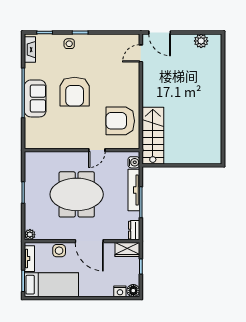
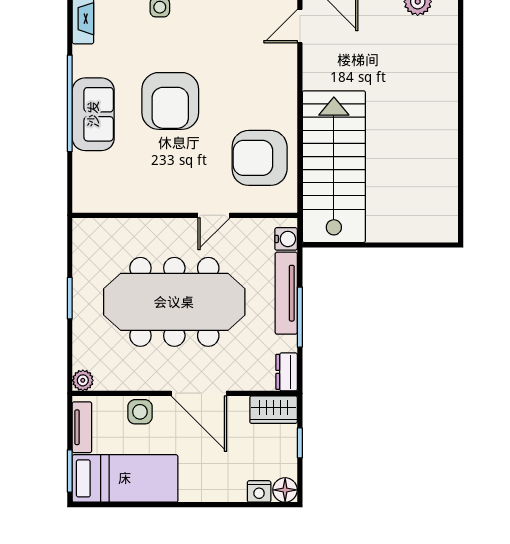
stairs: (153, 136) -> (334, 167), width x1.36, depth x1.51
meeting table: (77, 194) -> (174, 302), width x1.36

